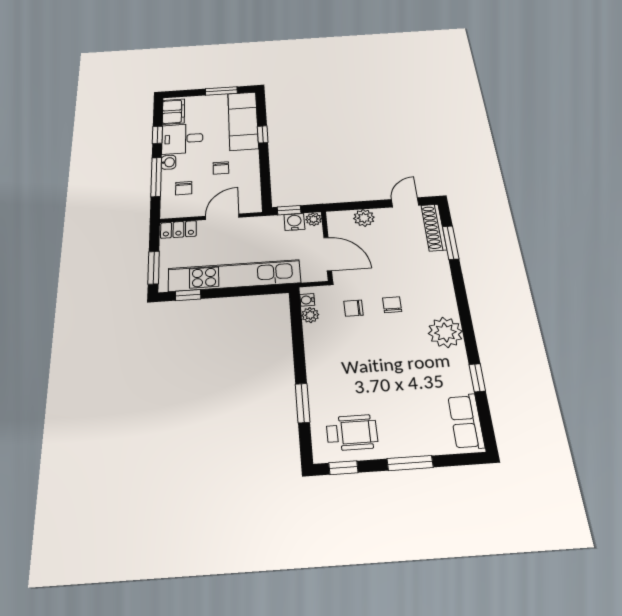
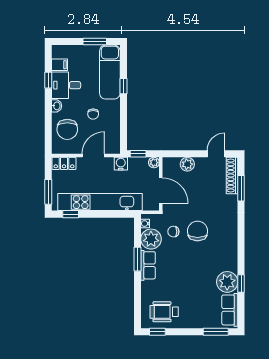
filing cabinet: (173, 112) -> (59, 65), width x0.50
window: (156, 177) -> (48, 118), removed
chair: (184, 188) -> (67, 129), width x1.87, depth x1.87
water cooler: (294, 222) -> (121, 164), moved
chair: (392, 305) -> (198, 231), width x1.87, depth x1.87
plant: (310, 315) -> (151, 239), width x1.88, depth x1.88
plant: (445, 332) -> (227, 282), moved
row of seats: (317, 360) -> (148, 265), added
window: (303, 403) -> (137, 259), moved
wheelchair: (352, 433) -> (164, 312), turned 180
window: (410, 463) -> (216, 332), moved

